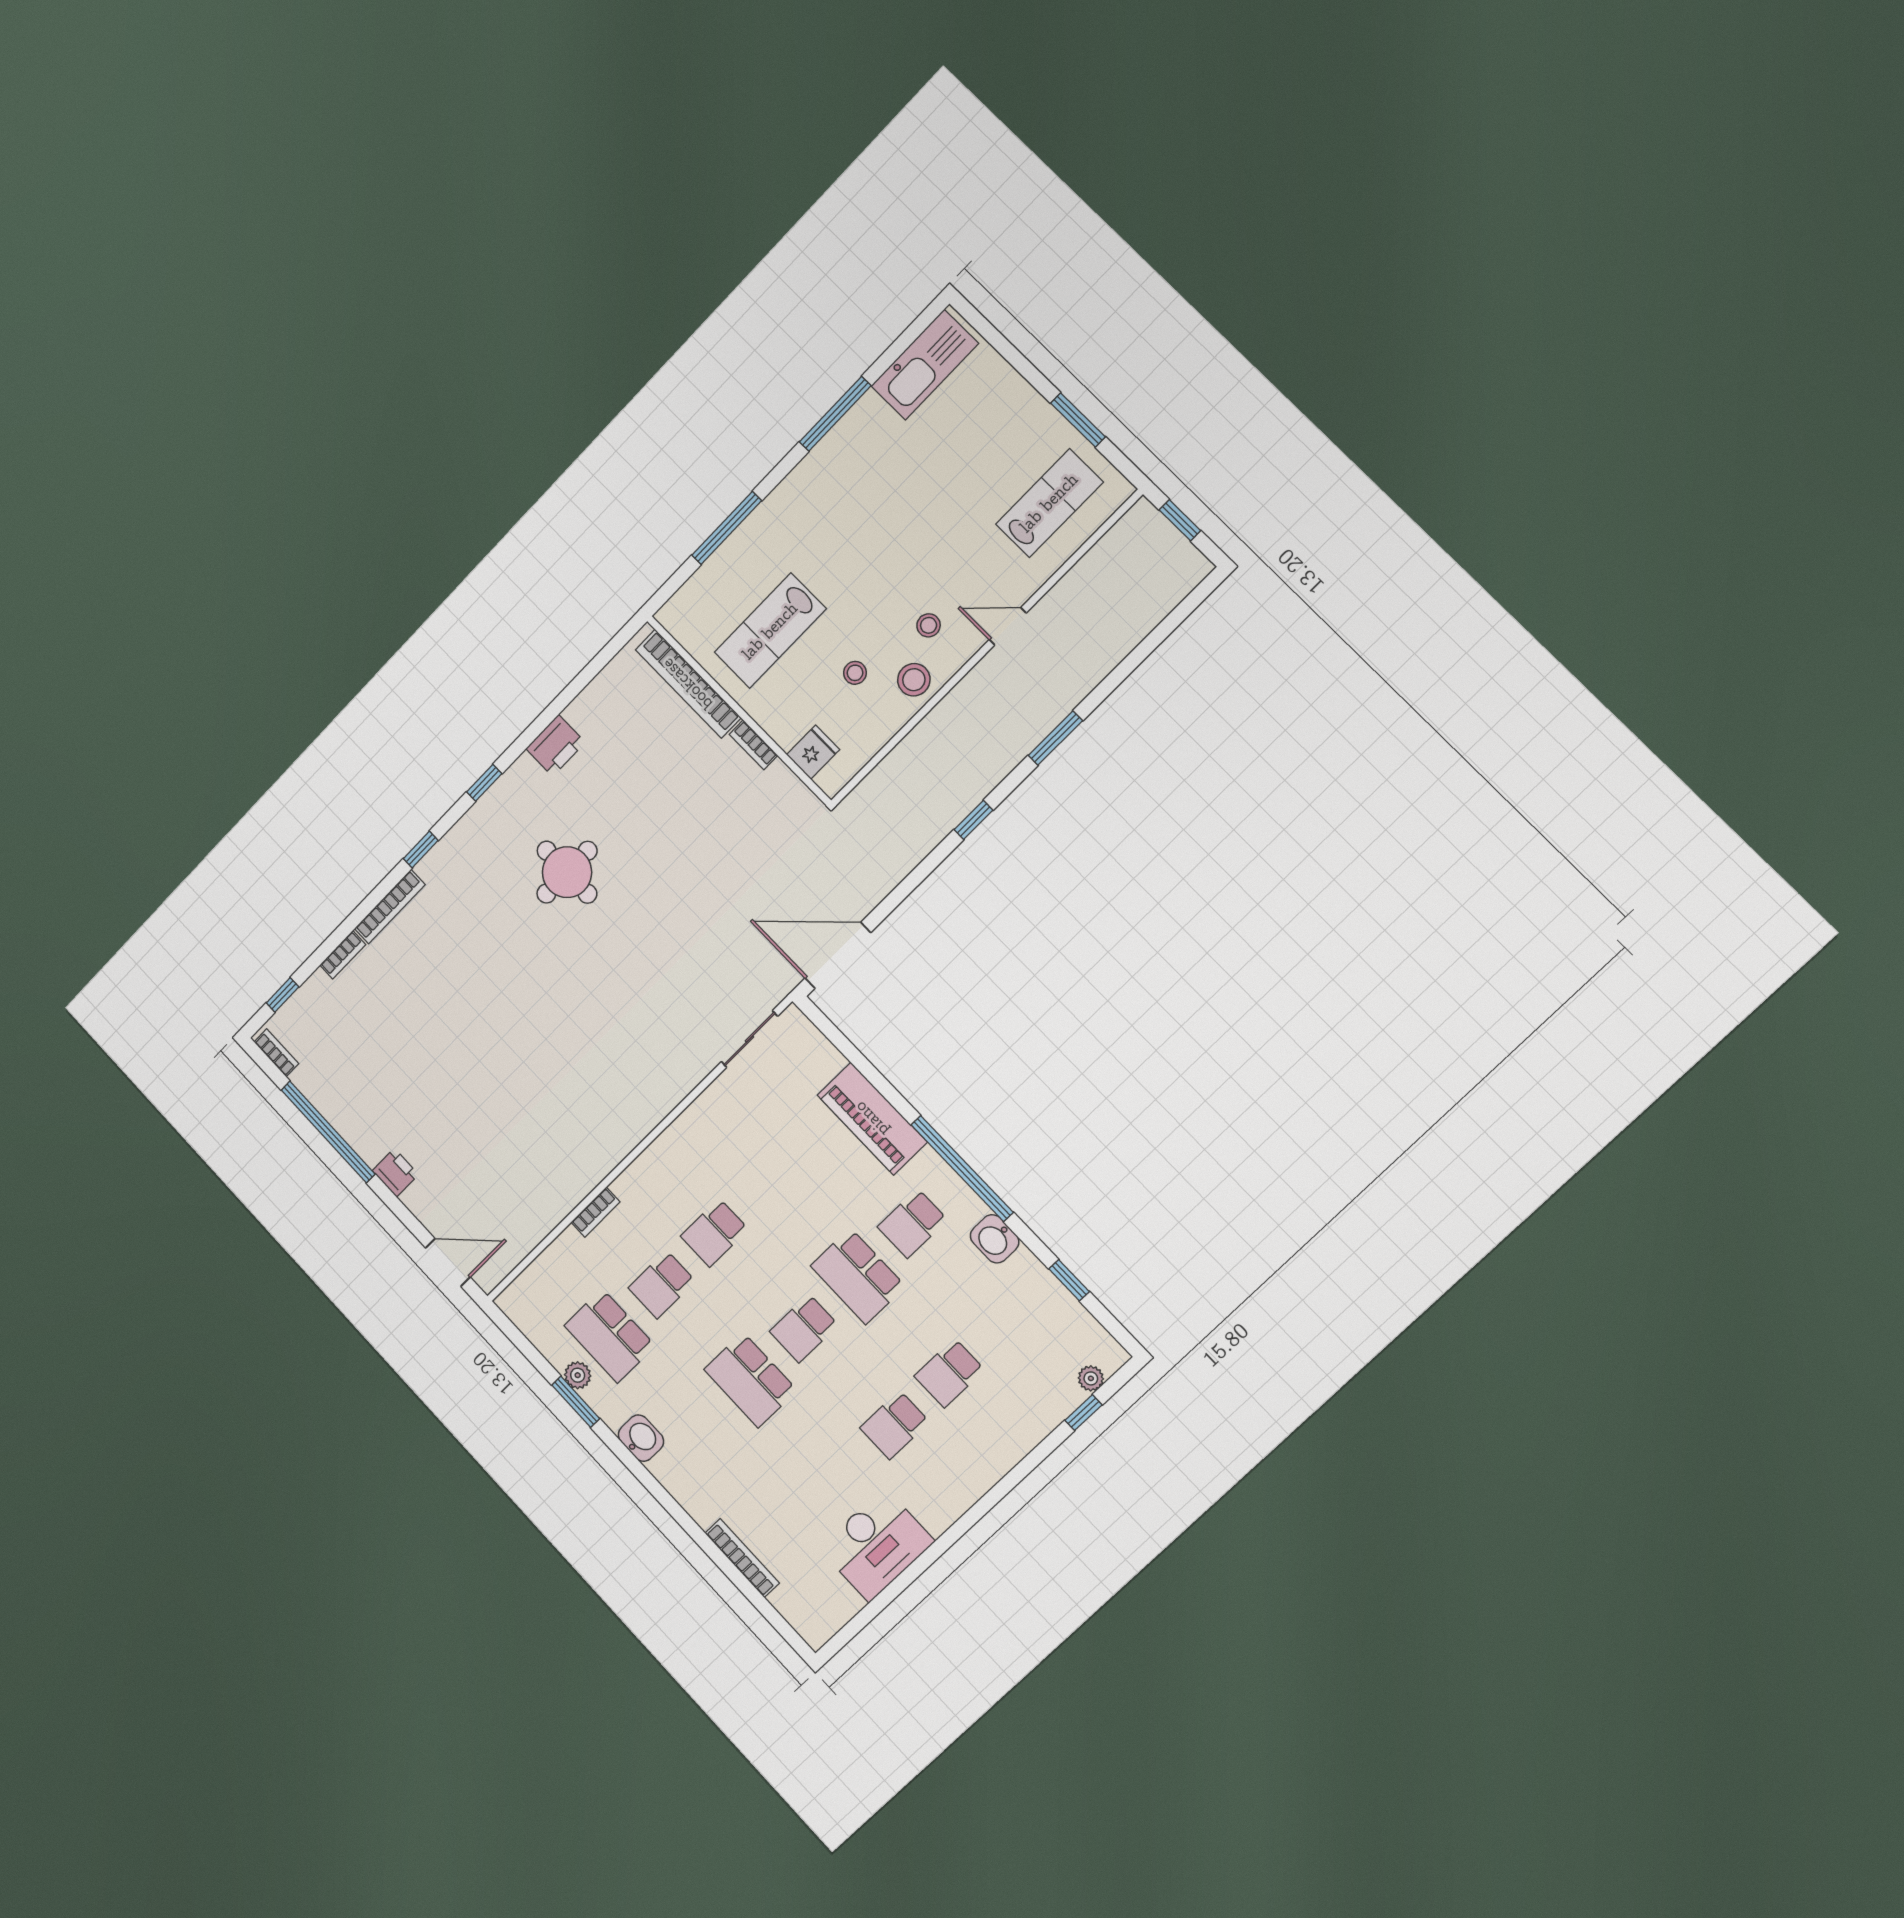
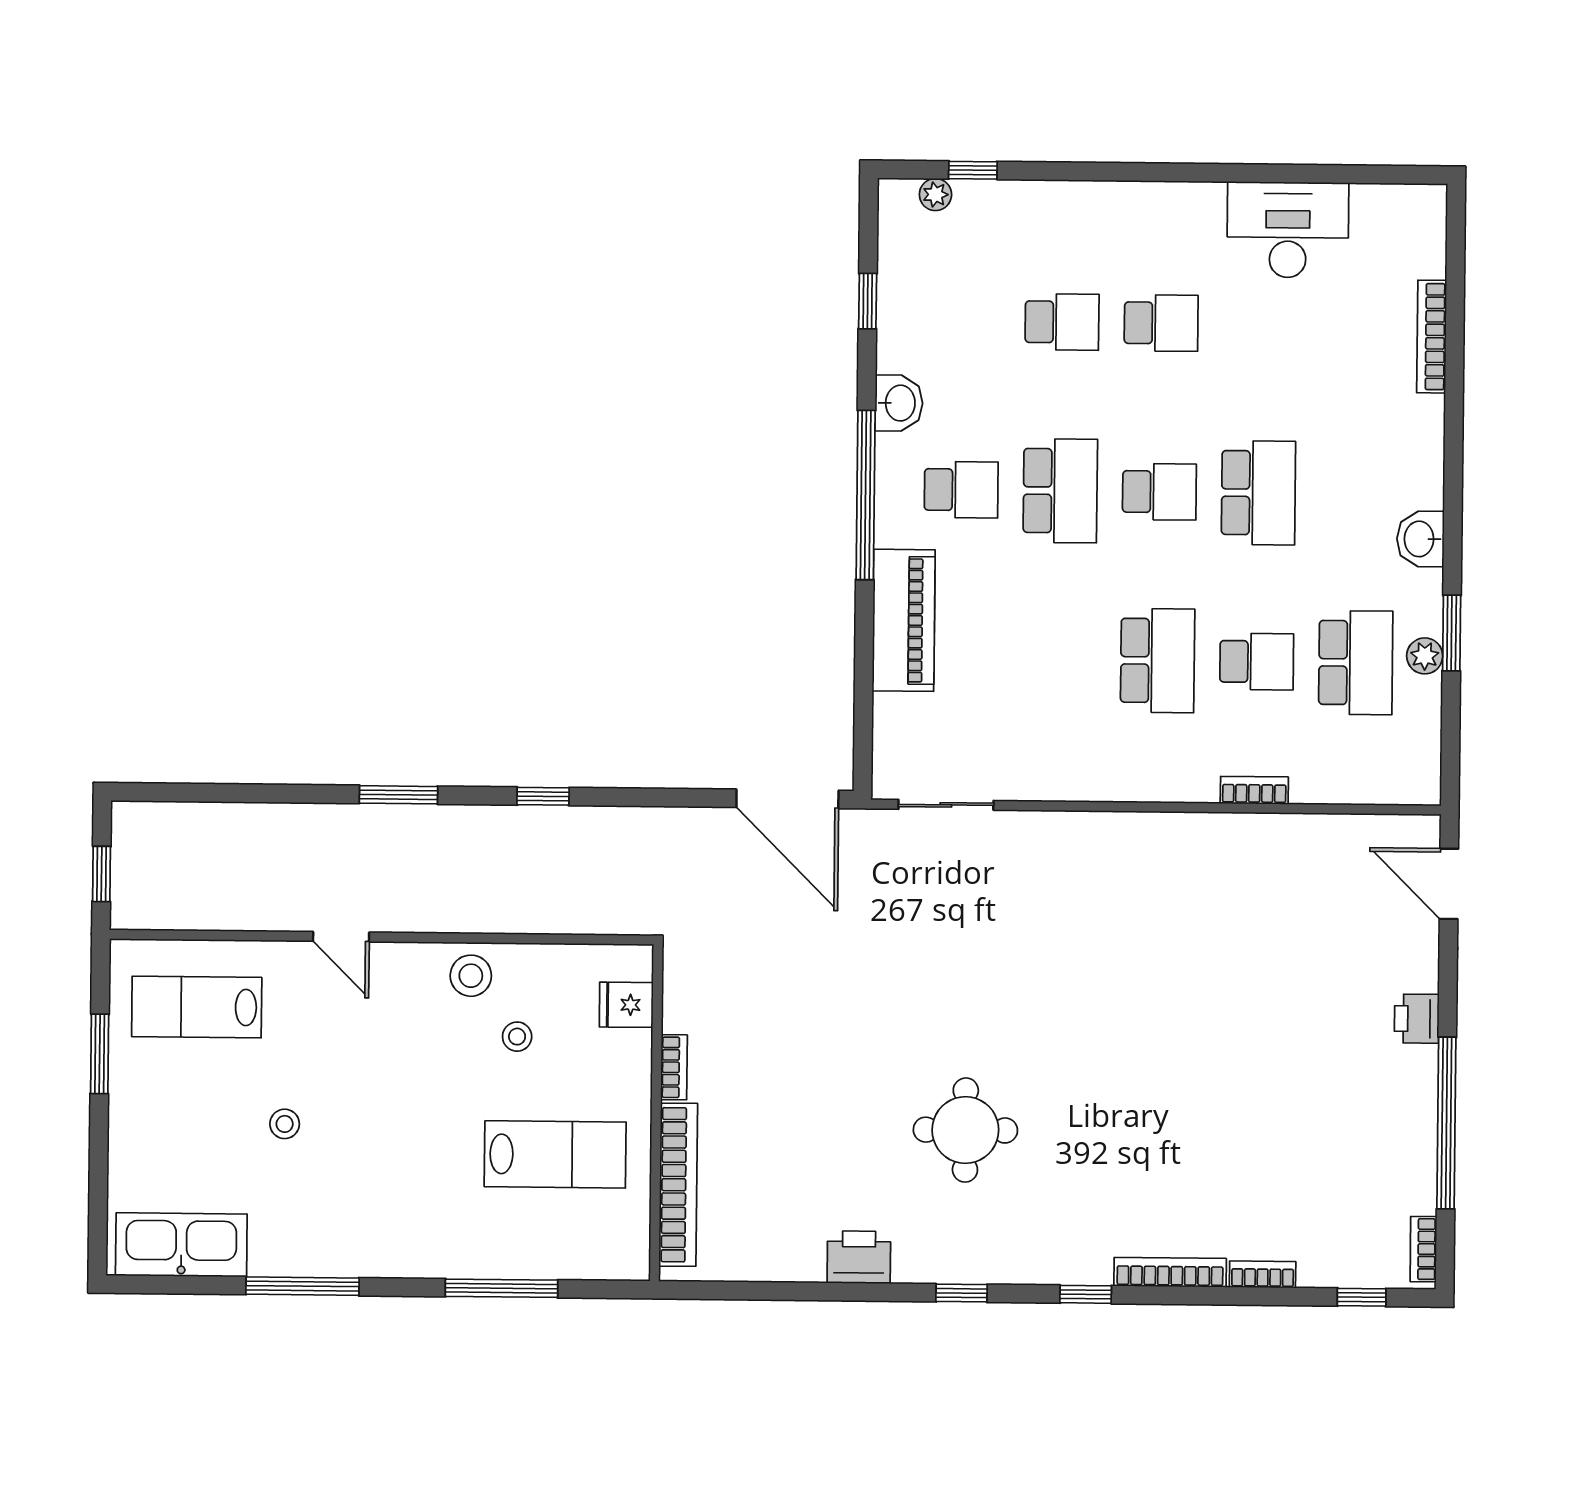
stool: (929, 625) -> (285, 1124), moved
school desk: (714, 1233) -> (1158, 661), width x1.85

